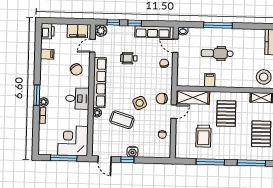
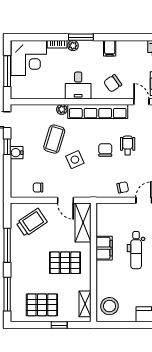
dental chair: (217, 53) -> (136, 250), turned 180
filing cabinet: (47, 54) -> (110, 48), moved
filing cabinet: (210, 80) -> (104, 248), width x2.00
chair: (162, 99) -> (105, 150), moved
trolley: (203, 136) -> (32, 222), moved, turned 146
corner desk: (73, 141) -> (29, 58), moved, turned 90

